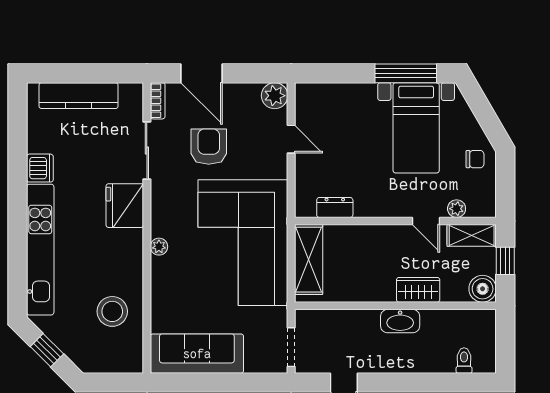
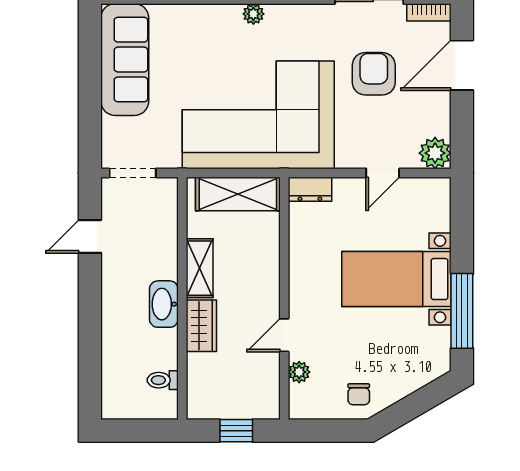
bed with nightstands: (416, 128) -> (396, 279), moved
armchair: (209, 147) -> (374, 74), turned -90
dresser: (335, 207) -> (310, 189), moved, turned 90
shelving: (472, 235) -> (200, 268), moved
boiler: (483, 289) -> (203, 403), removed
toilet: (464, 361) -> (163, 380), moved, turned 180

